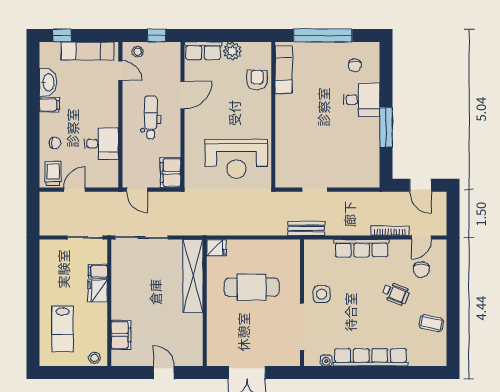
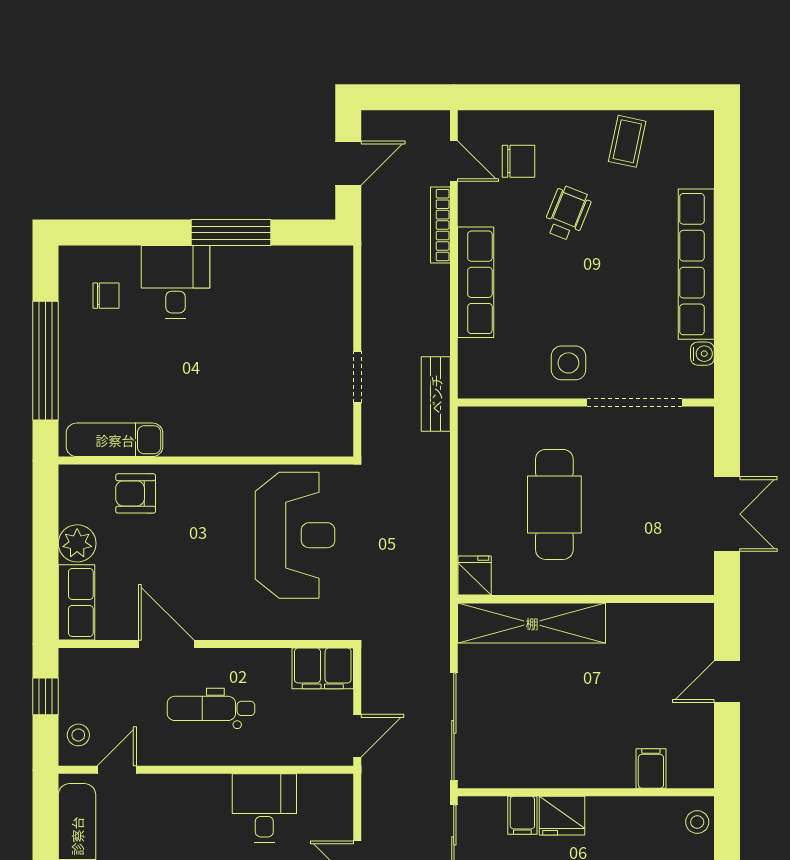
filing cabinet: (121, 335) -> (651, 768), width x0.50

